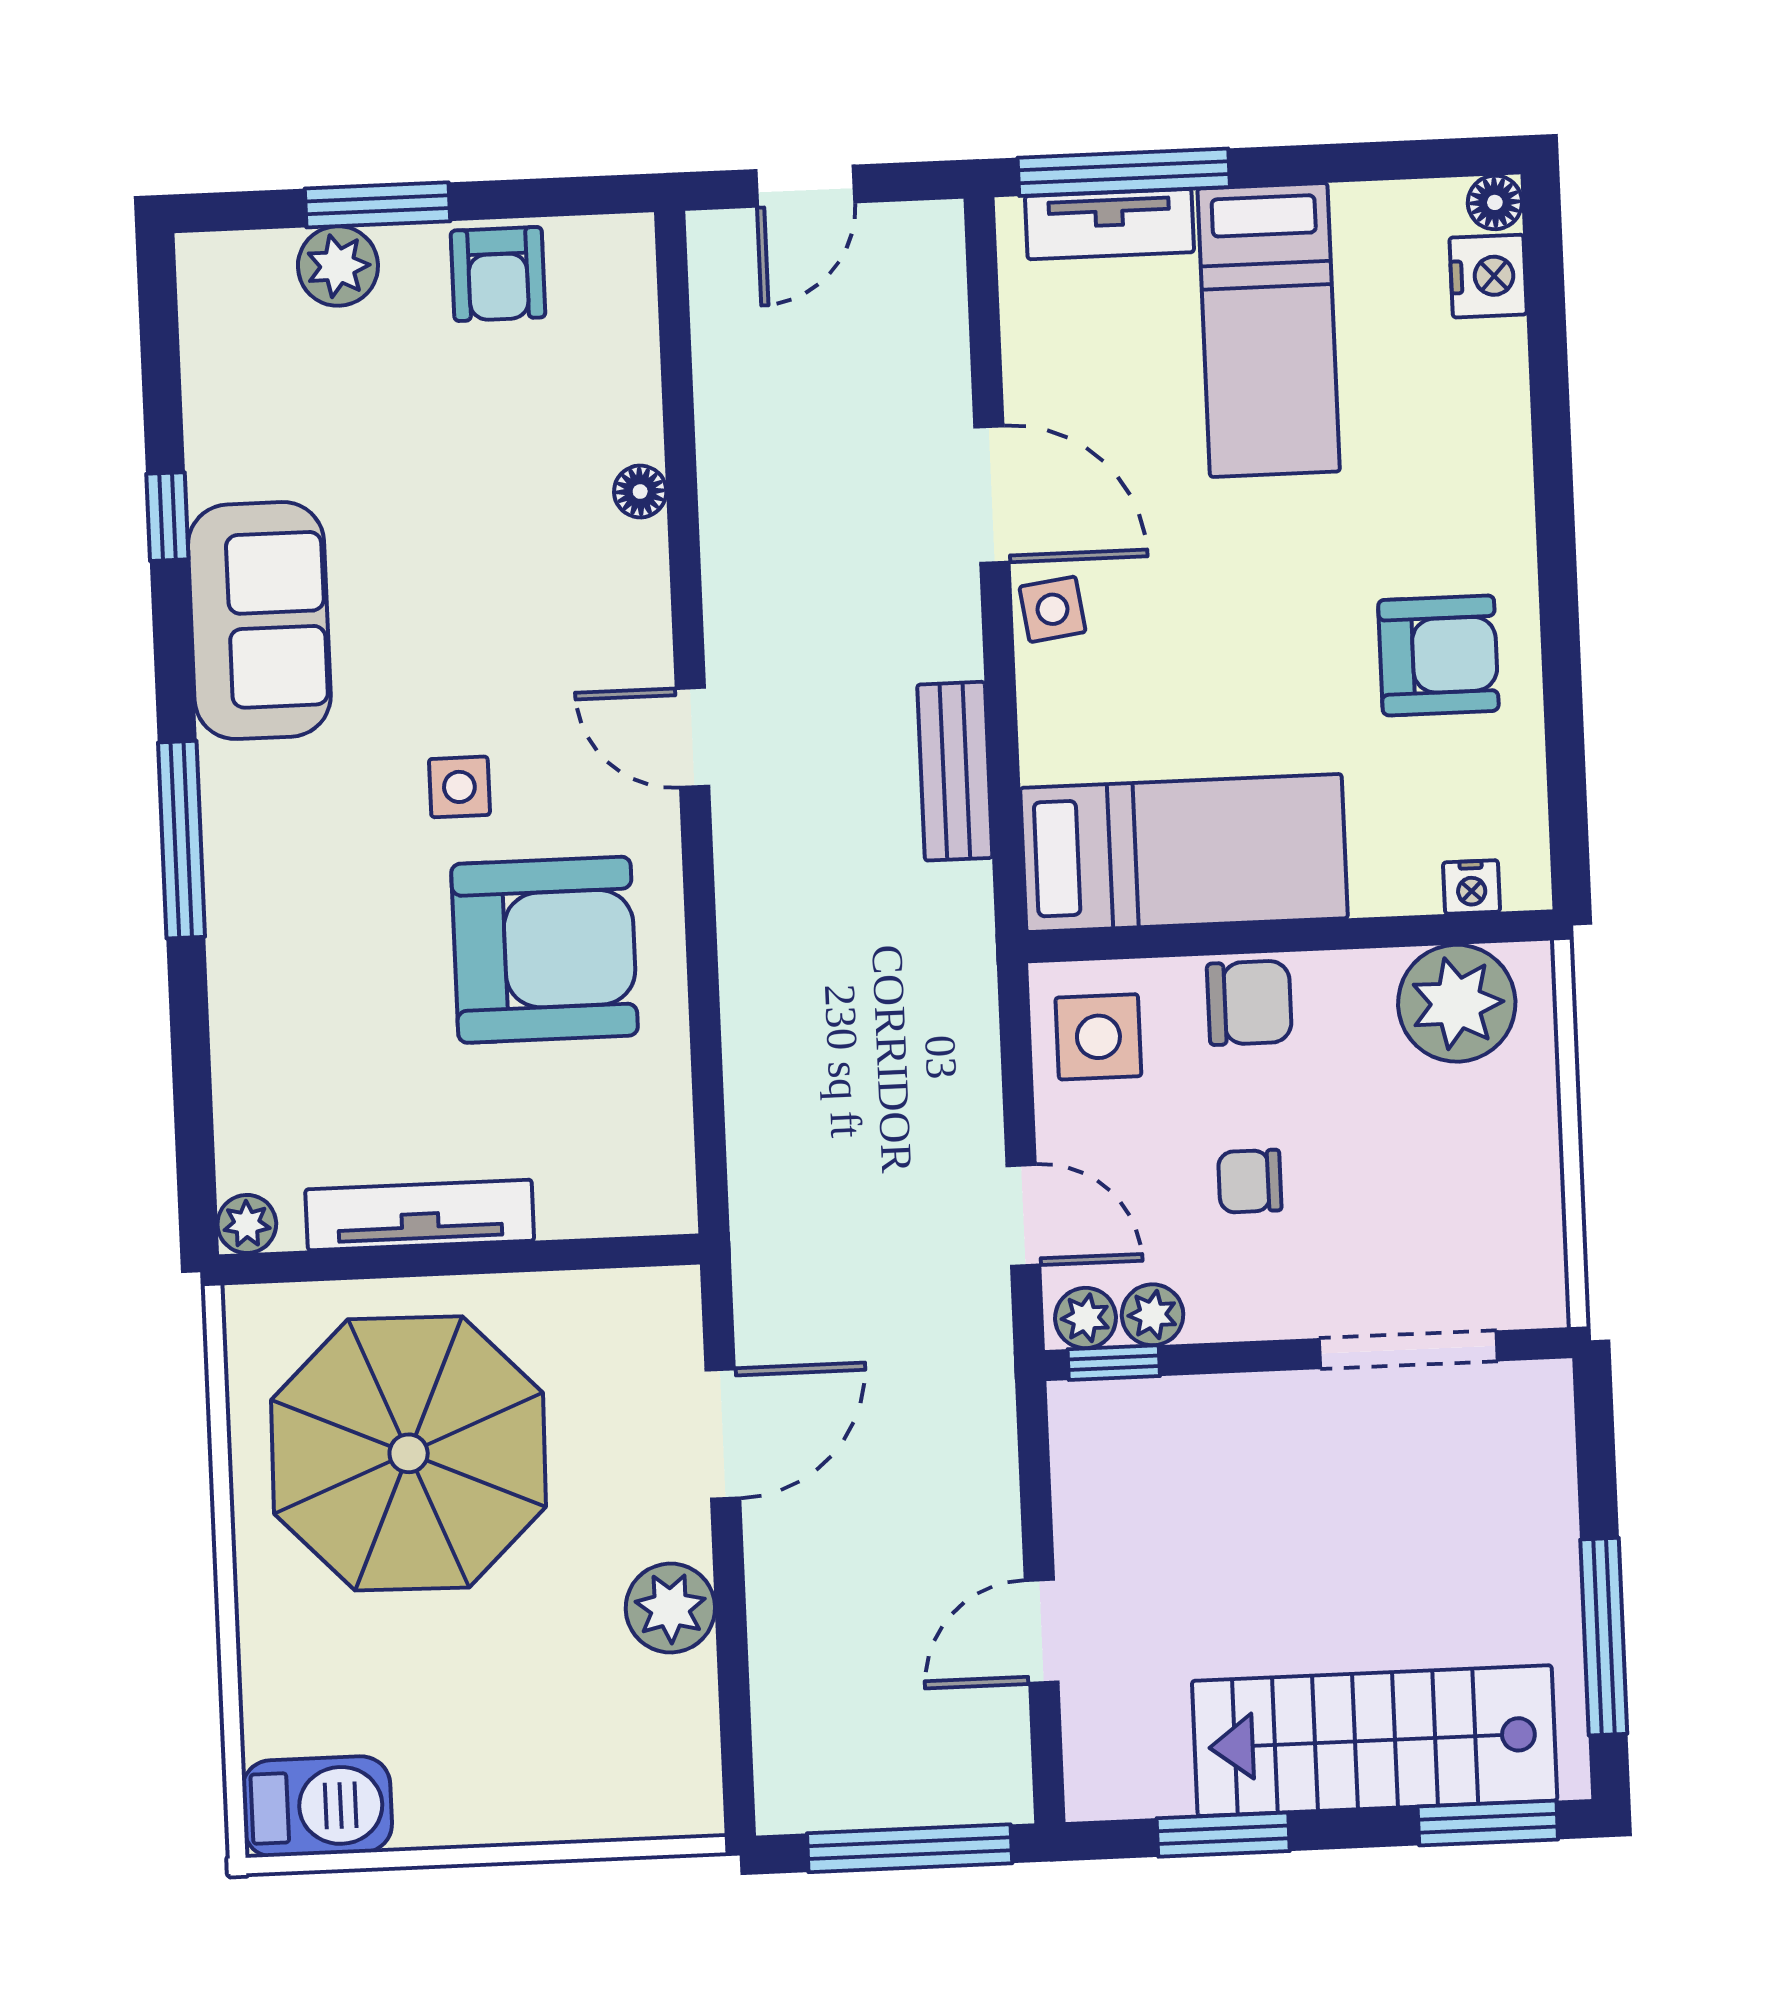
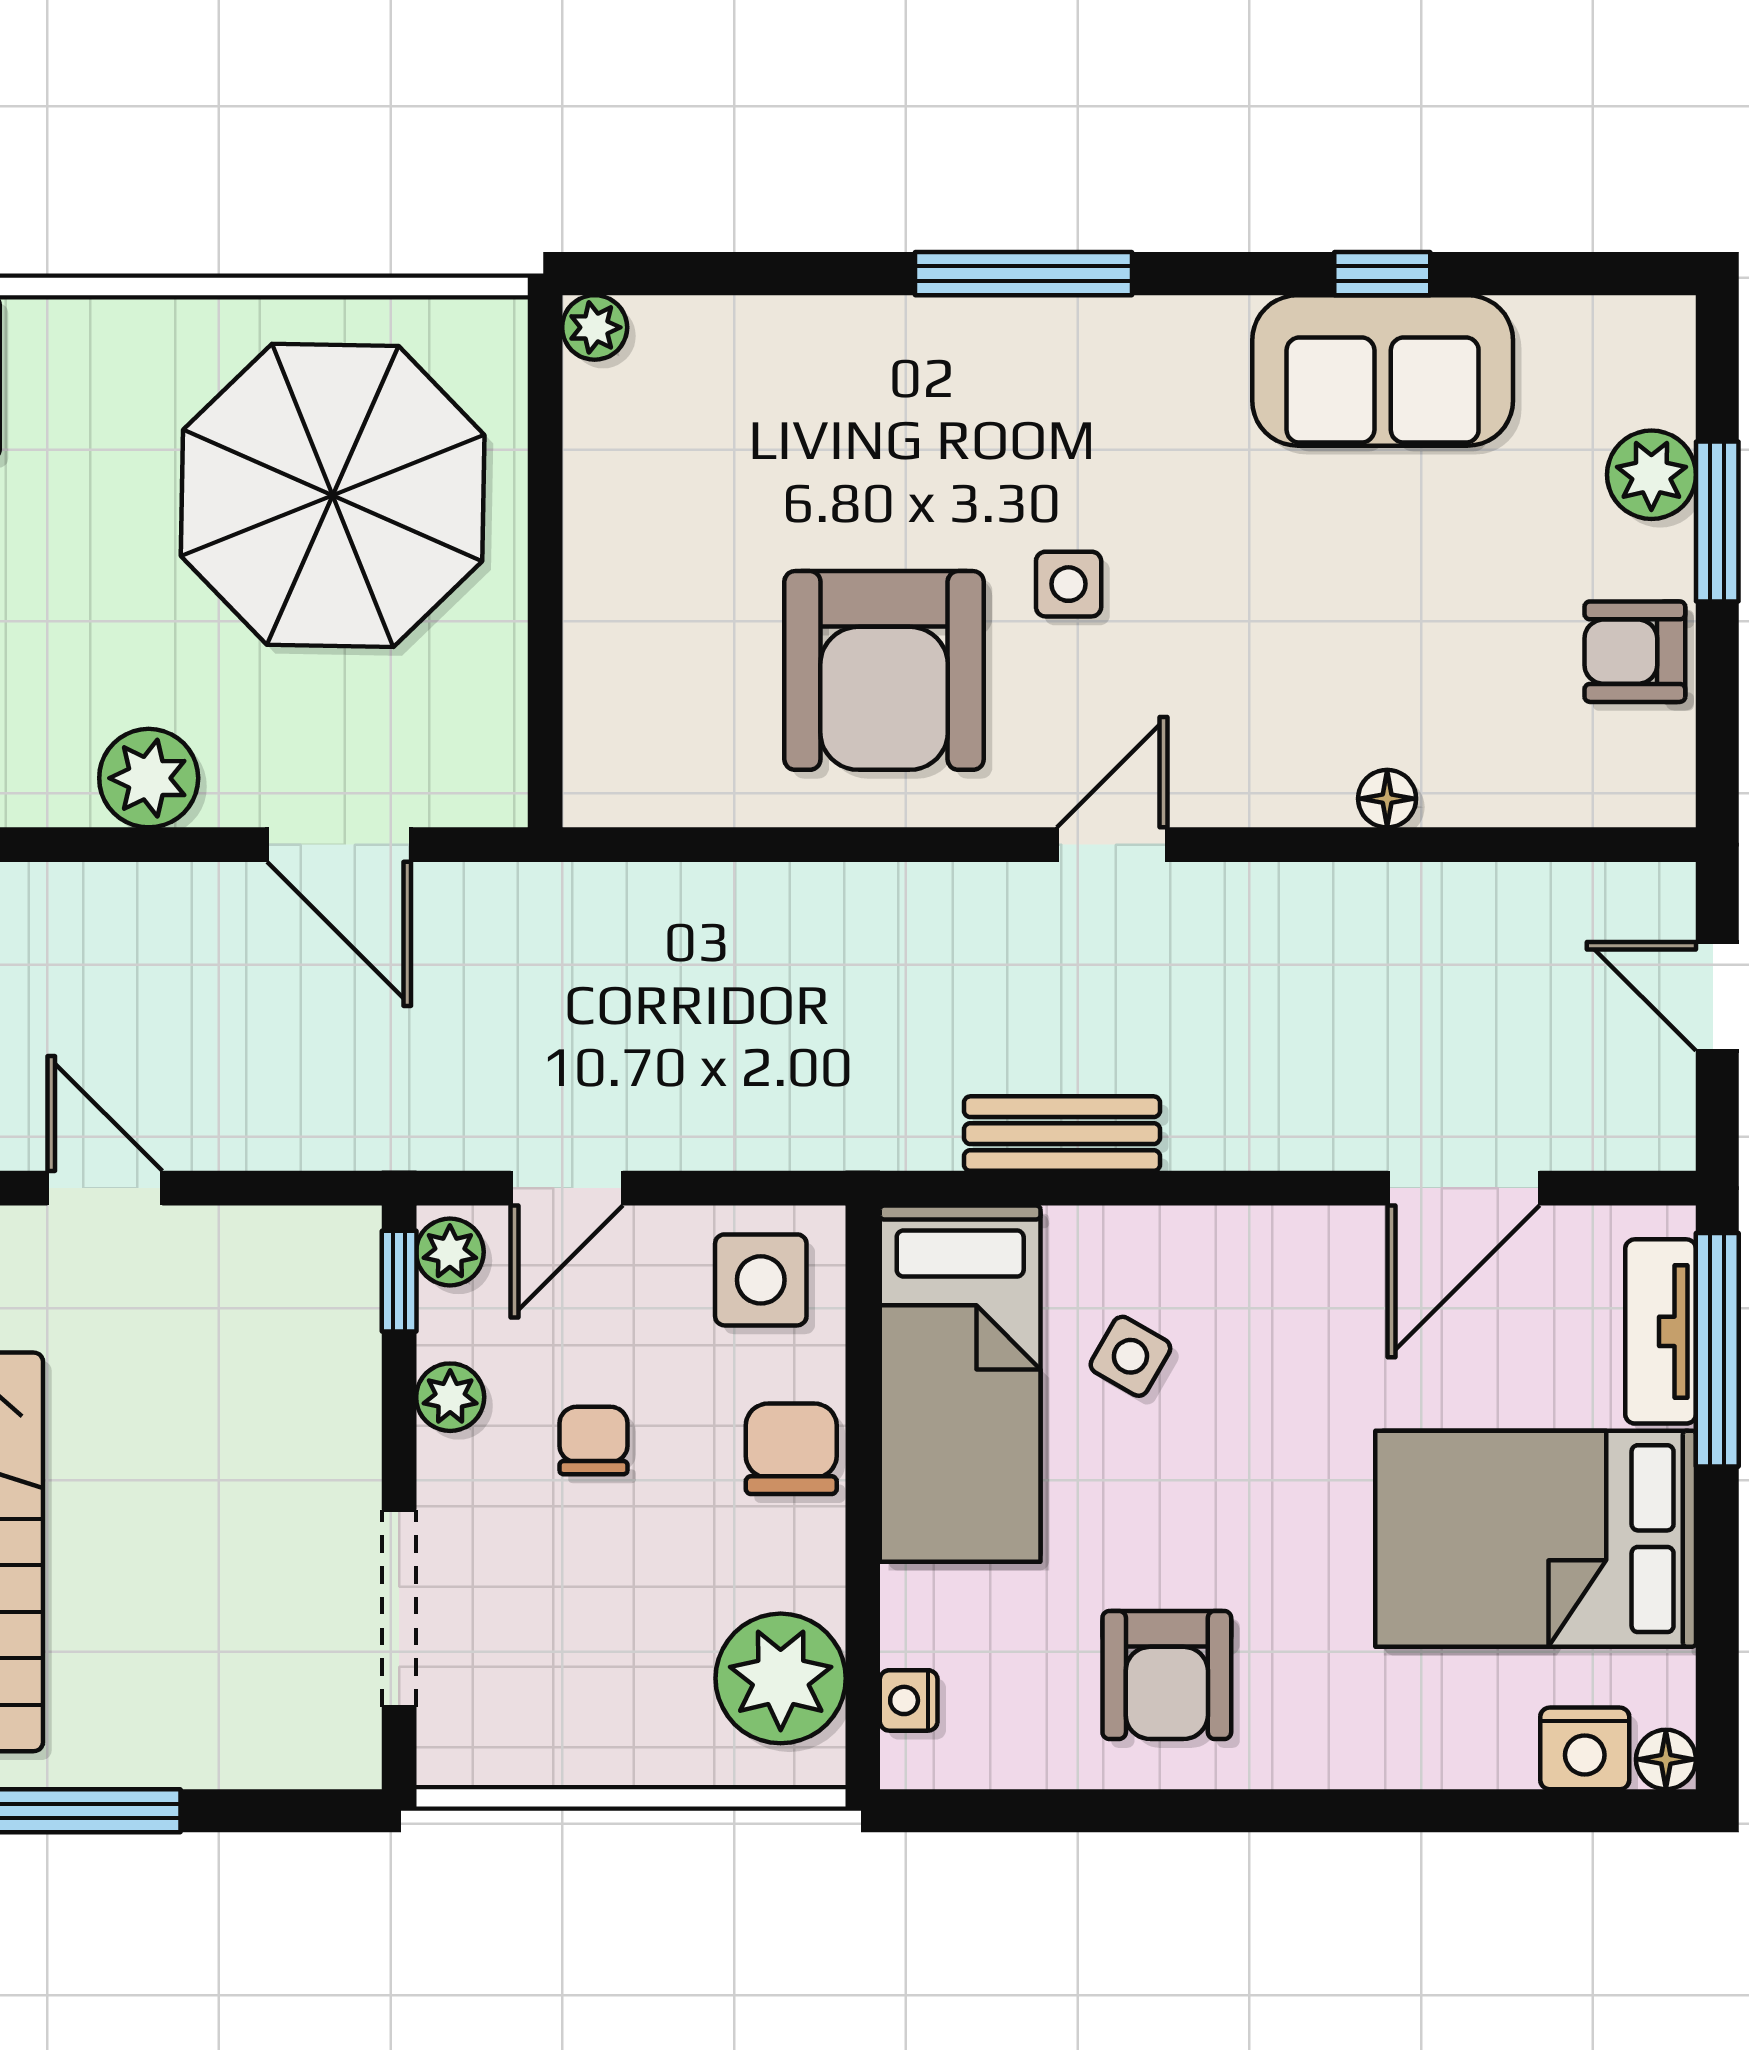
bed: (1269, 330) -> (1536, 1539), width x1.50
door: (992, 494) -> (1464, 1188), moved
side table: (1053, 609) -> (1130, 1356), moved, turned 38
sofa: (259, 621) -> (1383, 370), moved
chair: (1249, 1003) -> (791, 1449), turned 180
tv unit: (420, 1215) -> (596, 519), removed
plant: (1153, 1315) -> (450, 1397), moved

